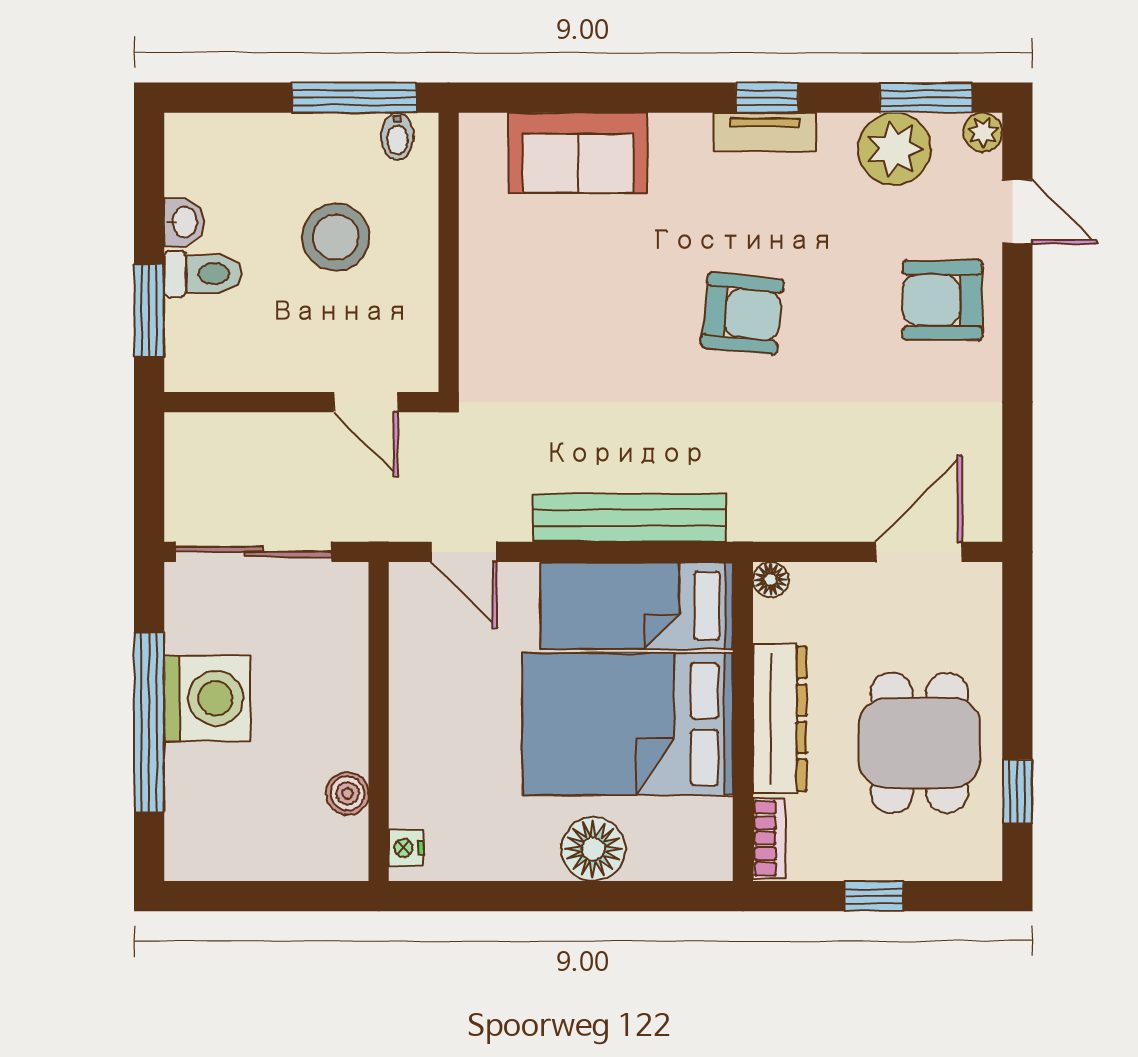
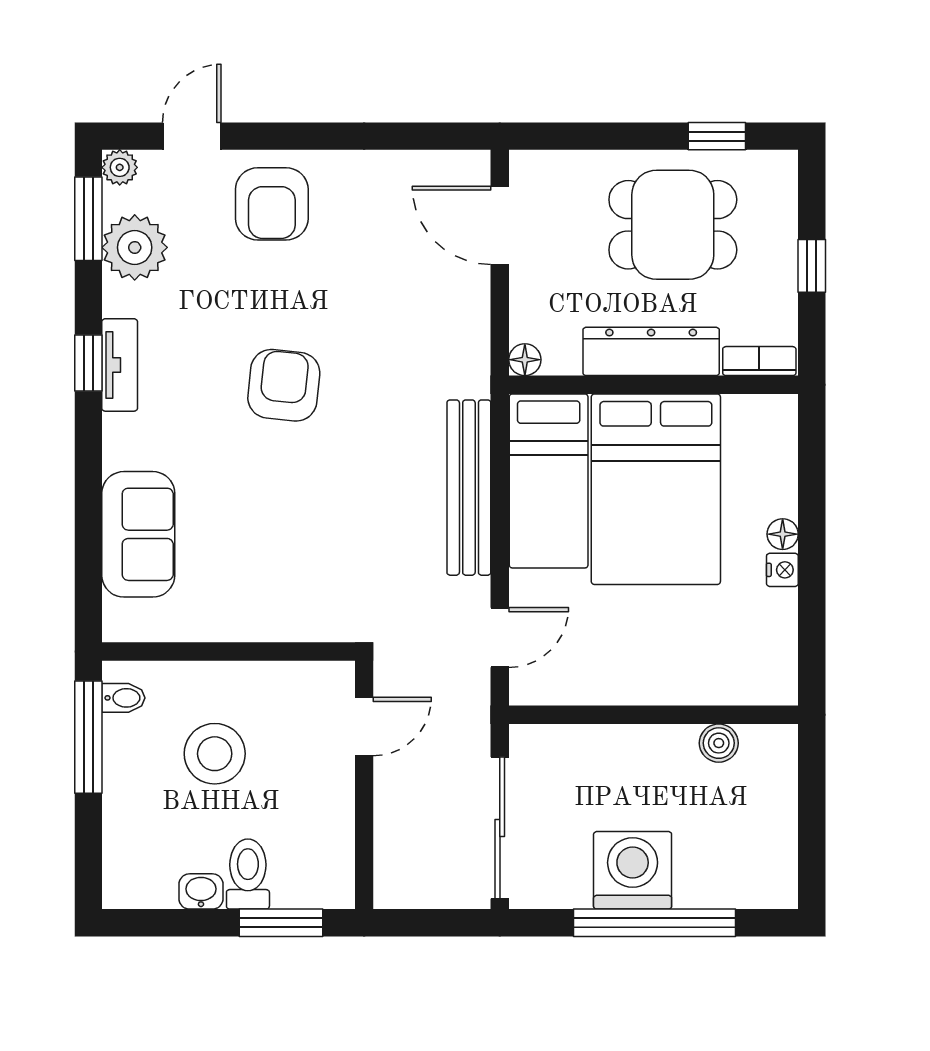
nightstand: (406, 848) -> (782, 570), moved, turned -90
floor lamp: (593, 849) -> (783, 534), width x0.53, depth x0.53

